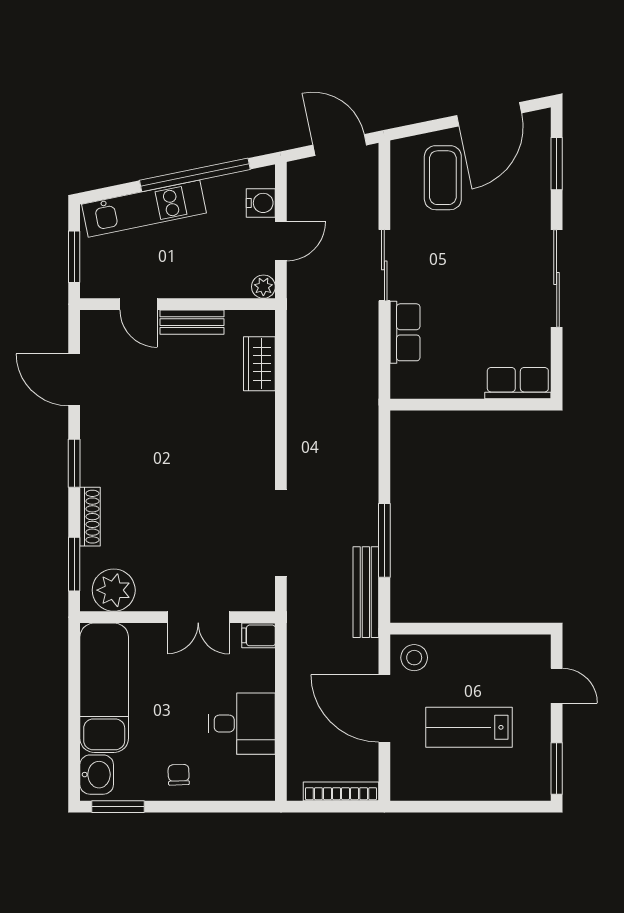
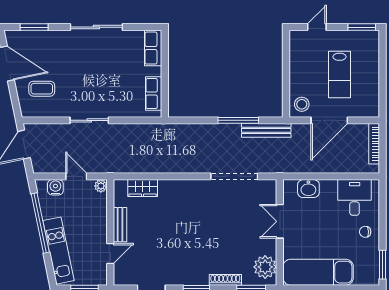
coffee table: (443, 178) -> (42, 89), width x0.73, depth x0.77
row of seats: (405, 332) -> (154, 94), moved, turned -90
double door: (198, 617) -> (280, 221), swing flipped
filing cabinet: (259, 635) -> (290, 189), removed
desk: (242, 724) -> (355, 197), moved
washbasin: (97, 775) -> (308, 189), moved, turned 180

